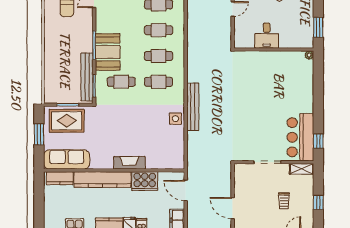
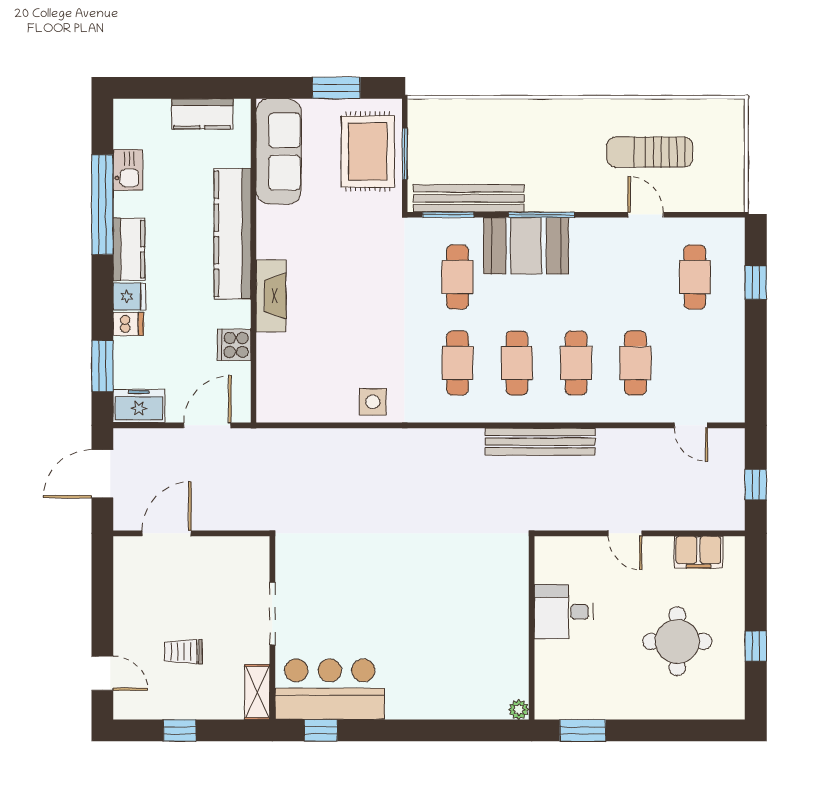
bench: (193, 107) -> (540, 442), moved
kitchen counter: (60, 178) -> (202, 114), moved, turned -90
cooker: (145, 181) -> (234, 345), width x0.53, depth x0.76

